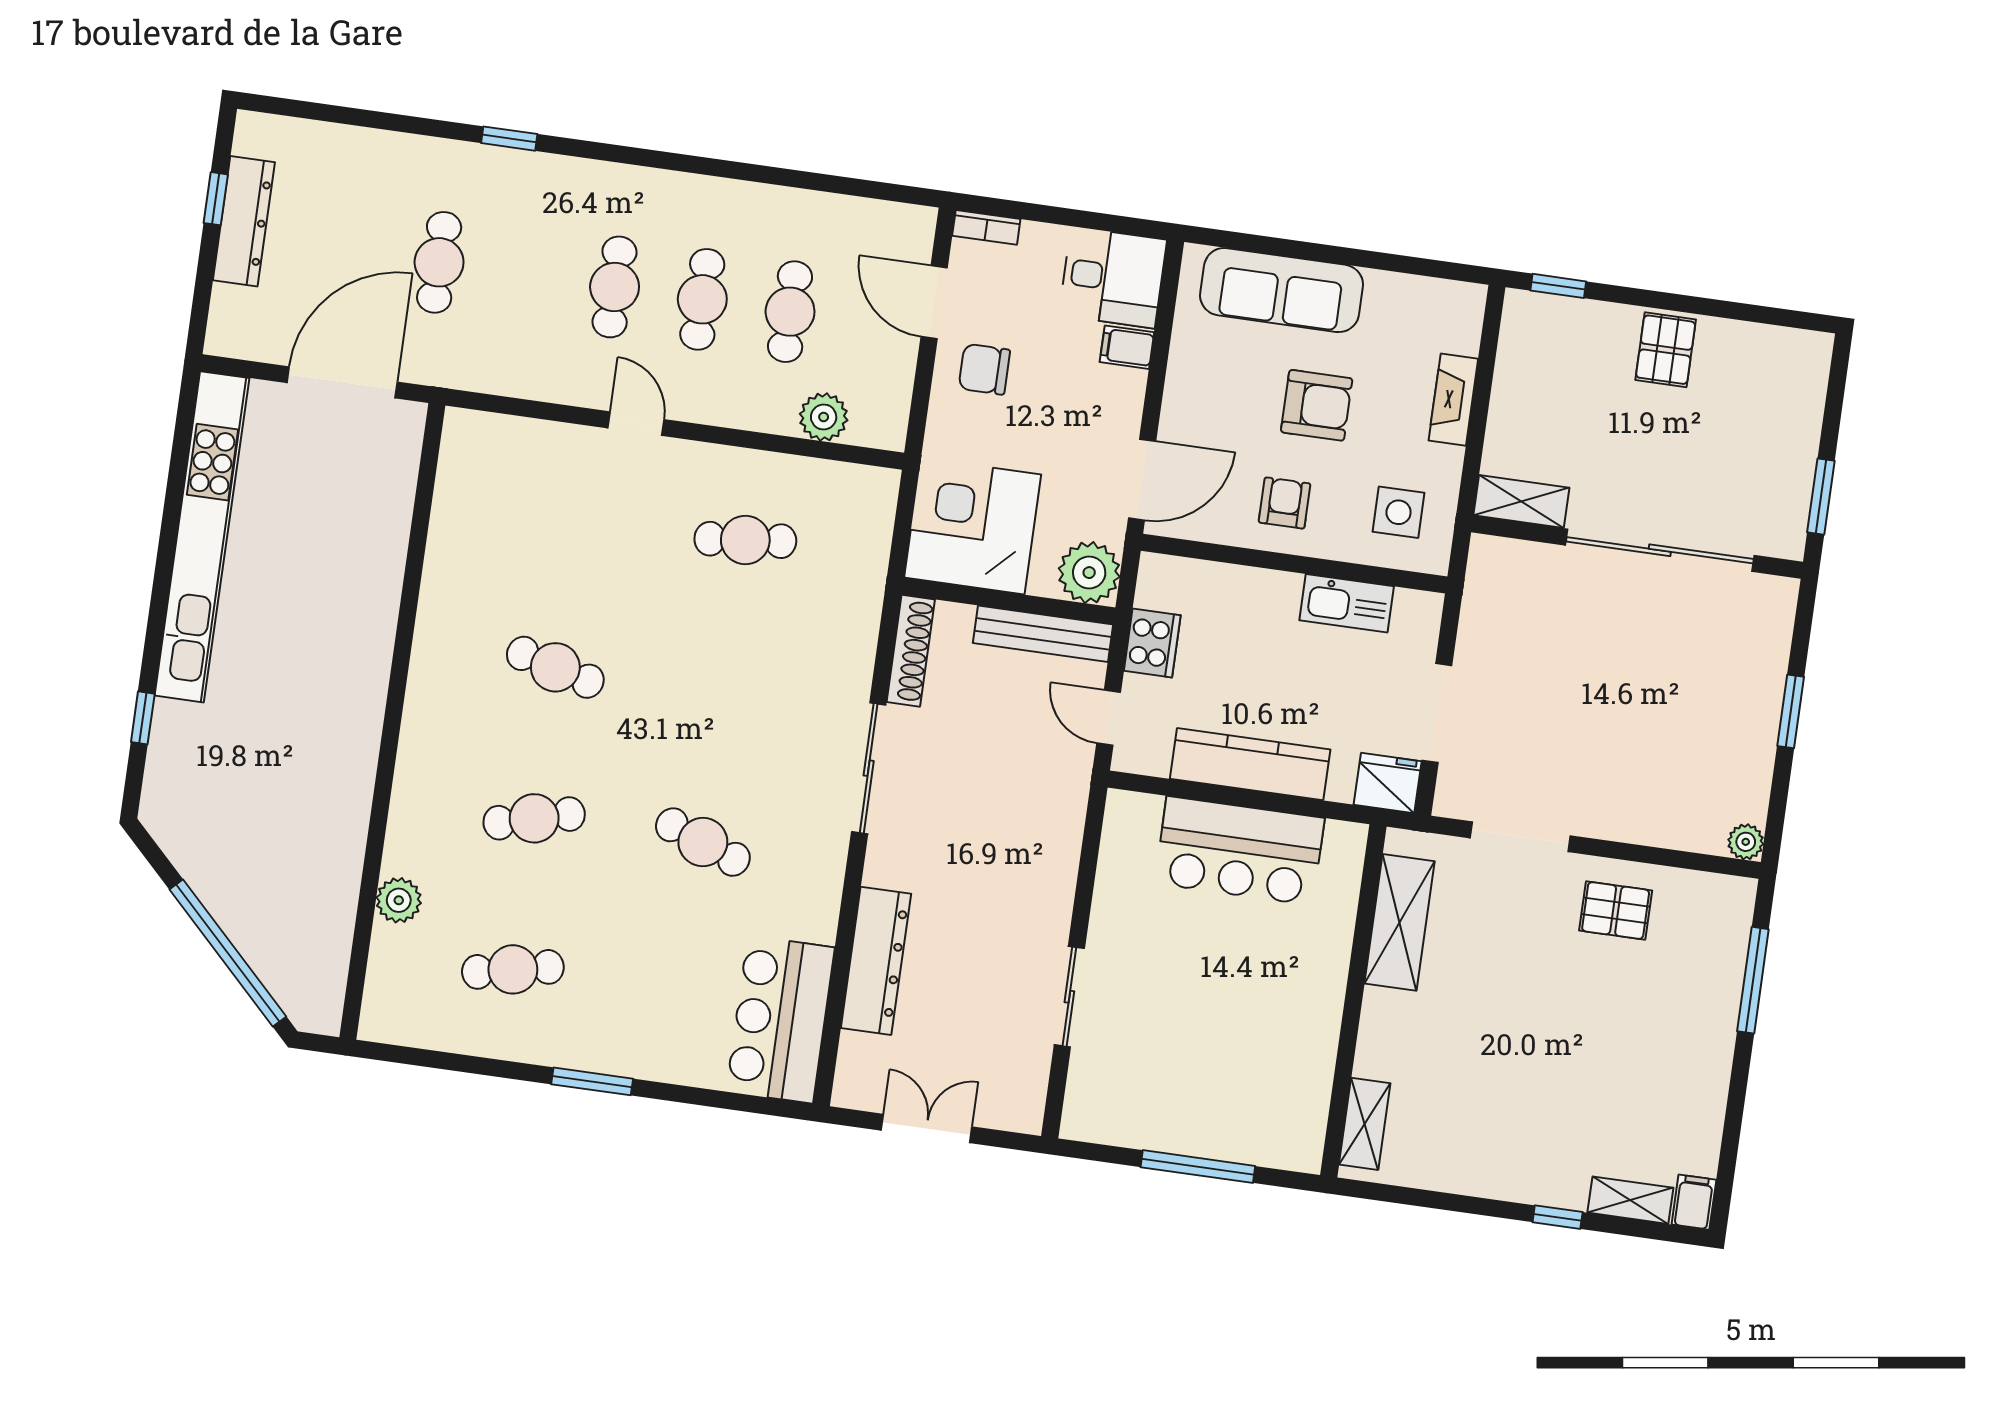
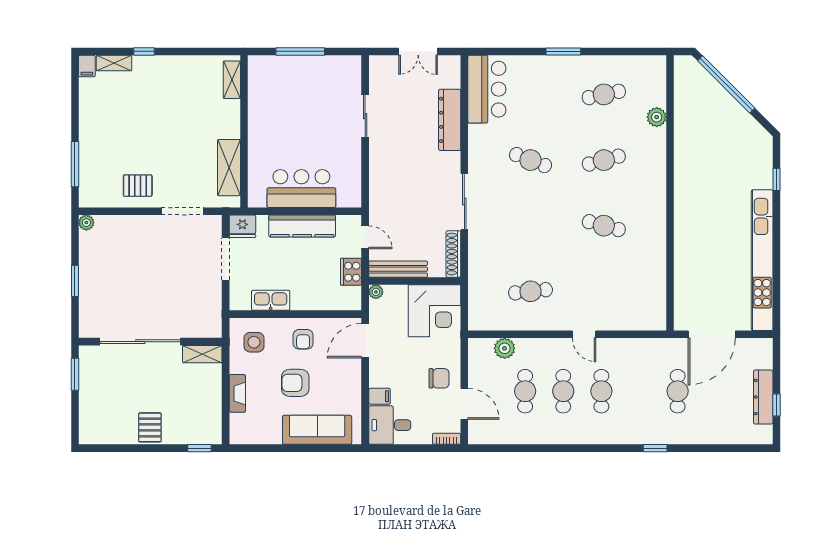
plant: (1089, 573) -> (376, 292), width x0.53, depth x0.53

